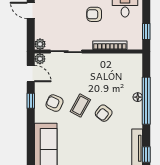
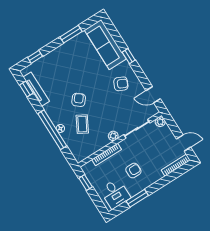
plant: (40, 59) -> (113, 136), moved
window: (31, 101) -> (129, 56), moved
coffee table: (80, 106) -> (82, 124), moved

